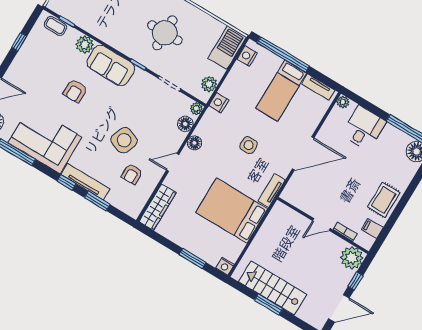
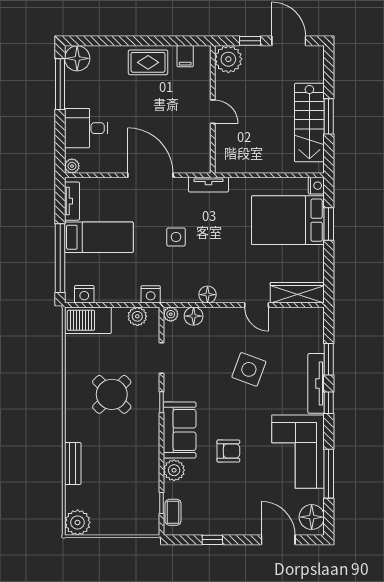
round table: (165, 33) -> (112, 394), turned 45
door: (173, 162) -> (257, 305), moved
armchair: (132, 174) -> (279, 340), removed
bed: (232, 211) -> (288, 220), moved, turned 90
bookcase: (345, 232) -> (205, 82), removed

